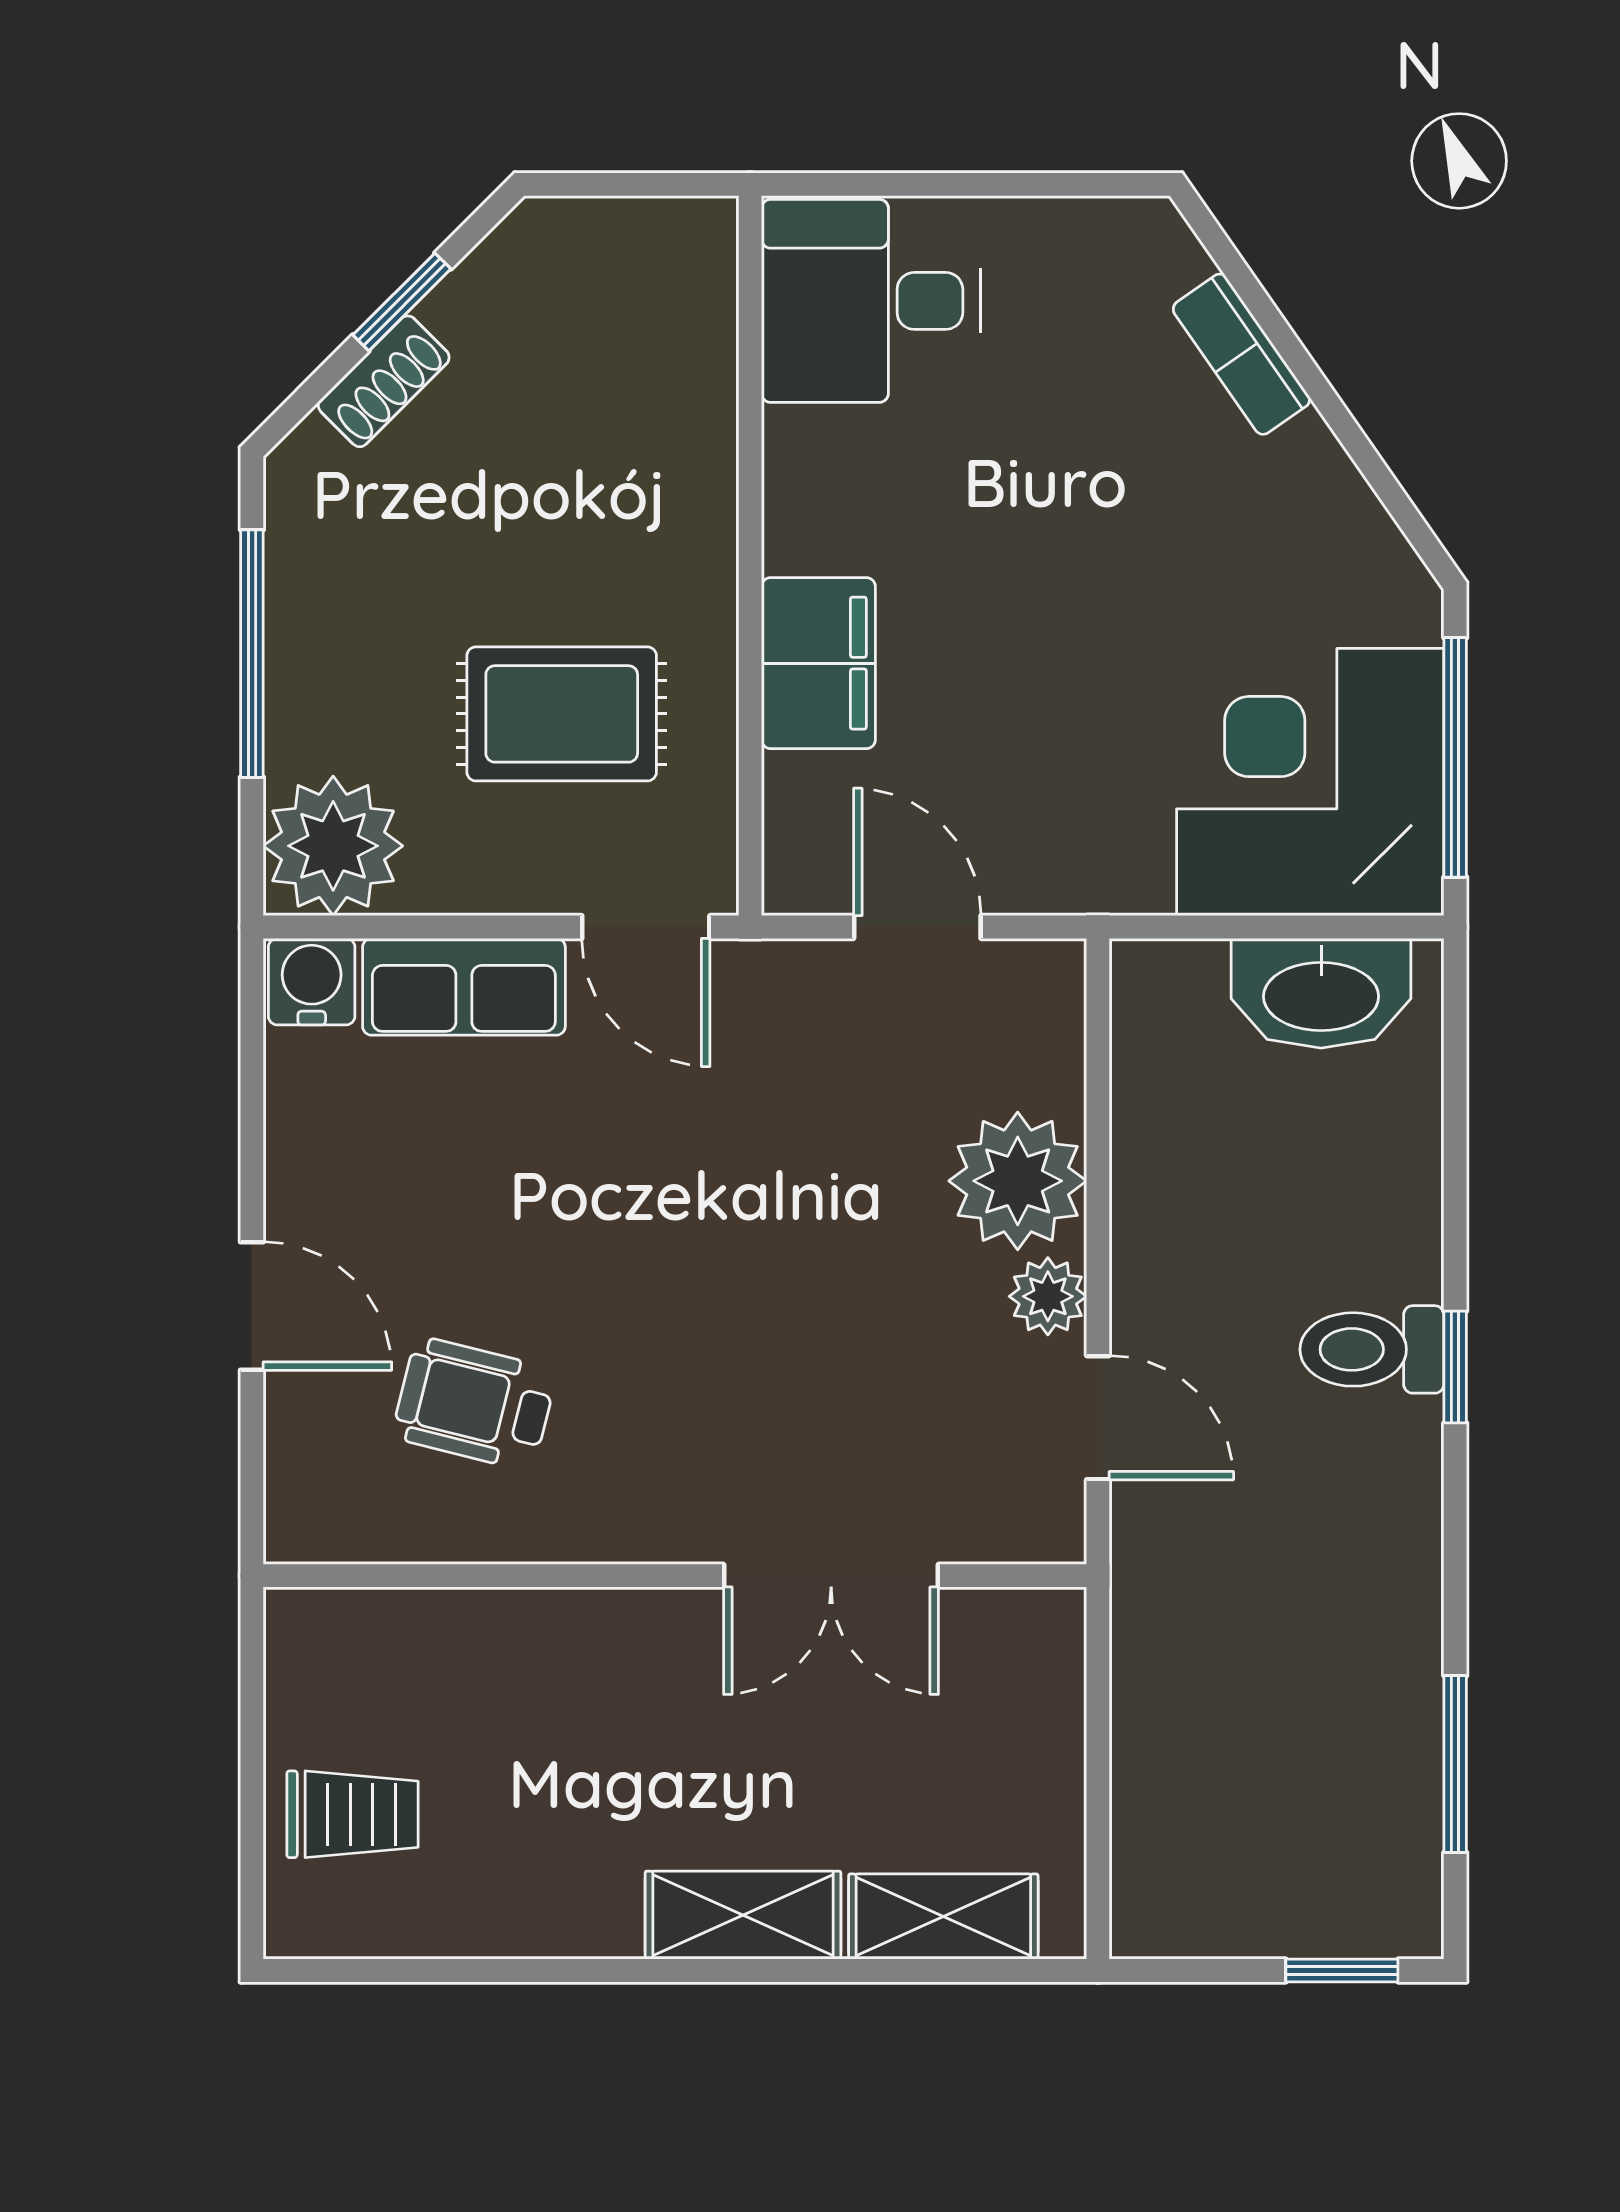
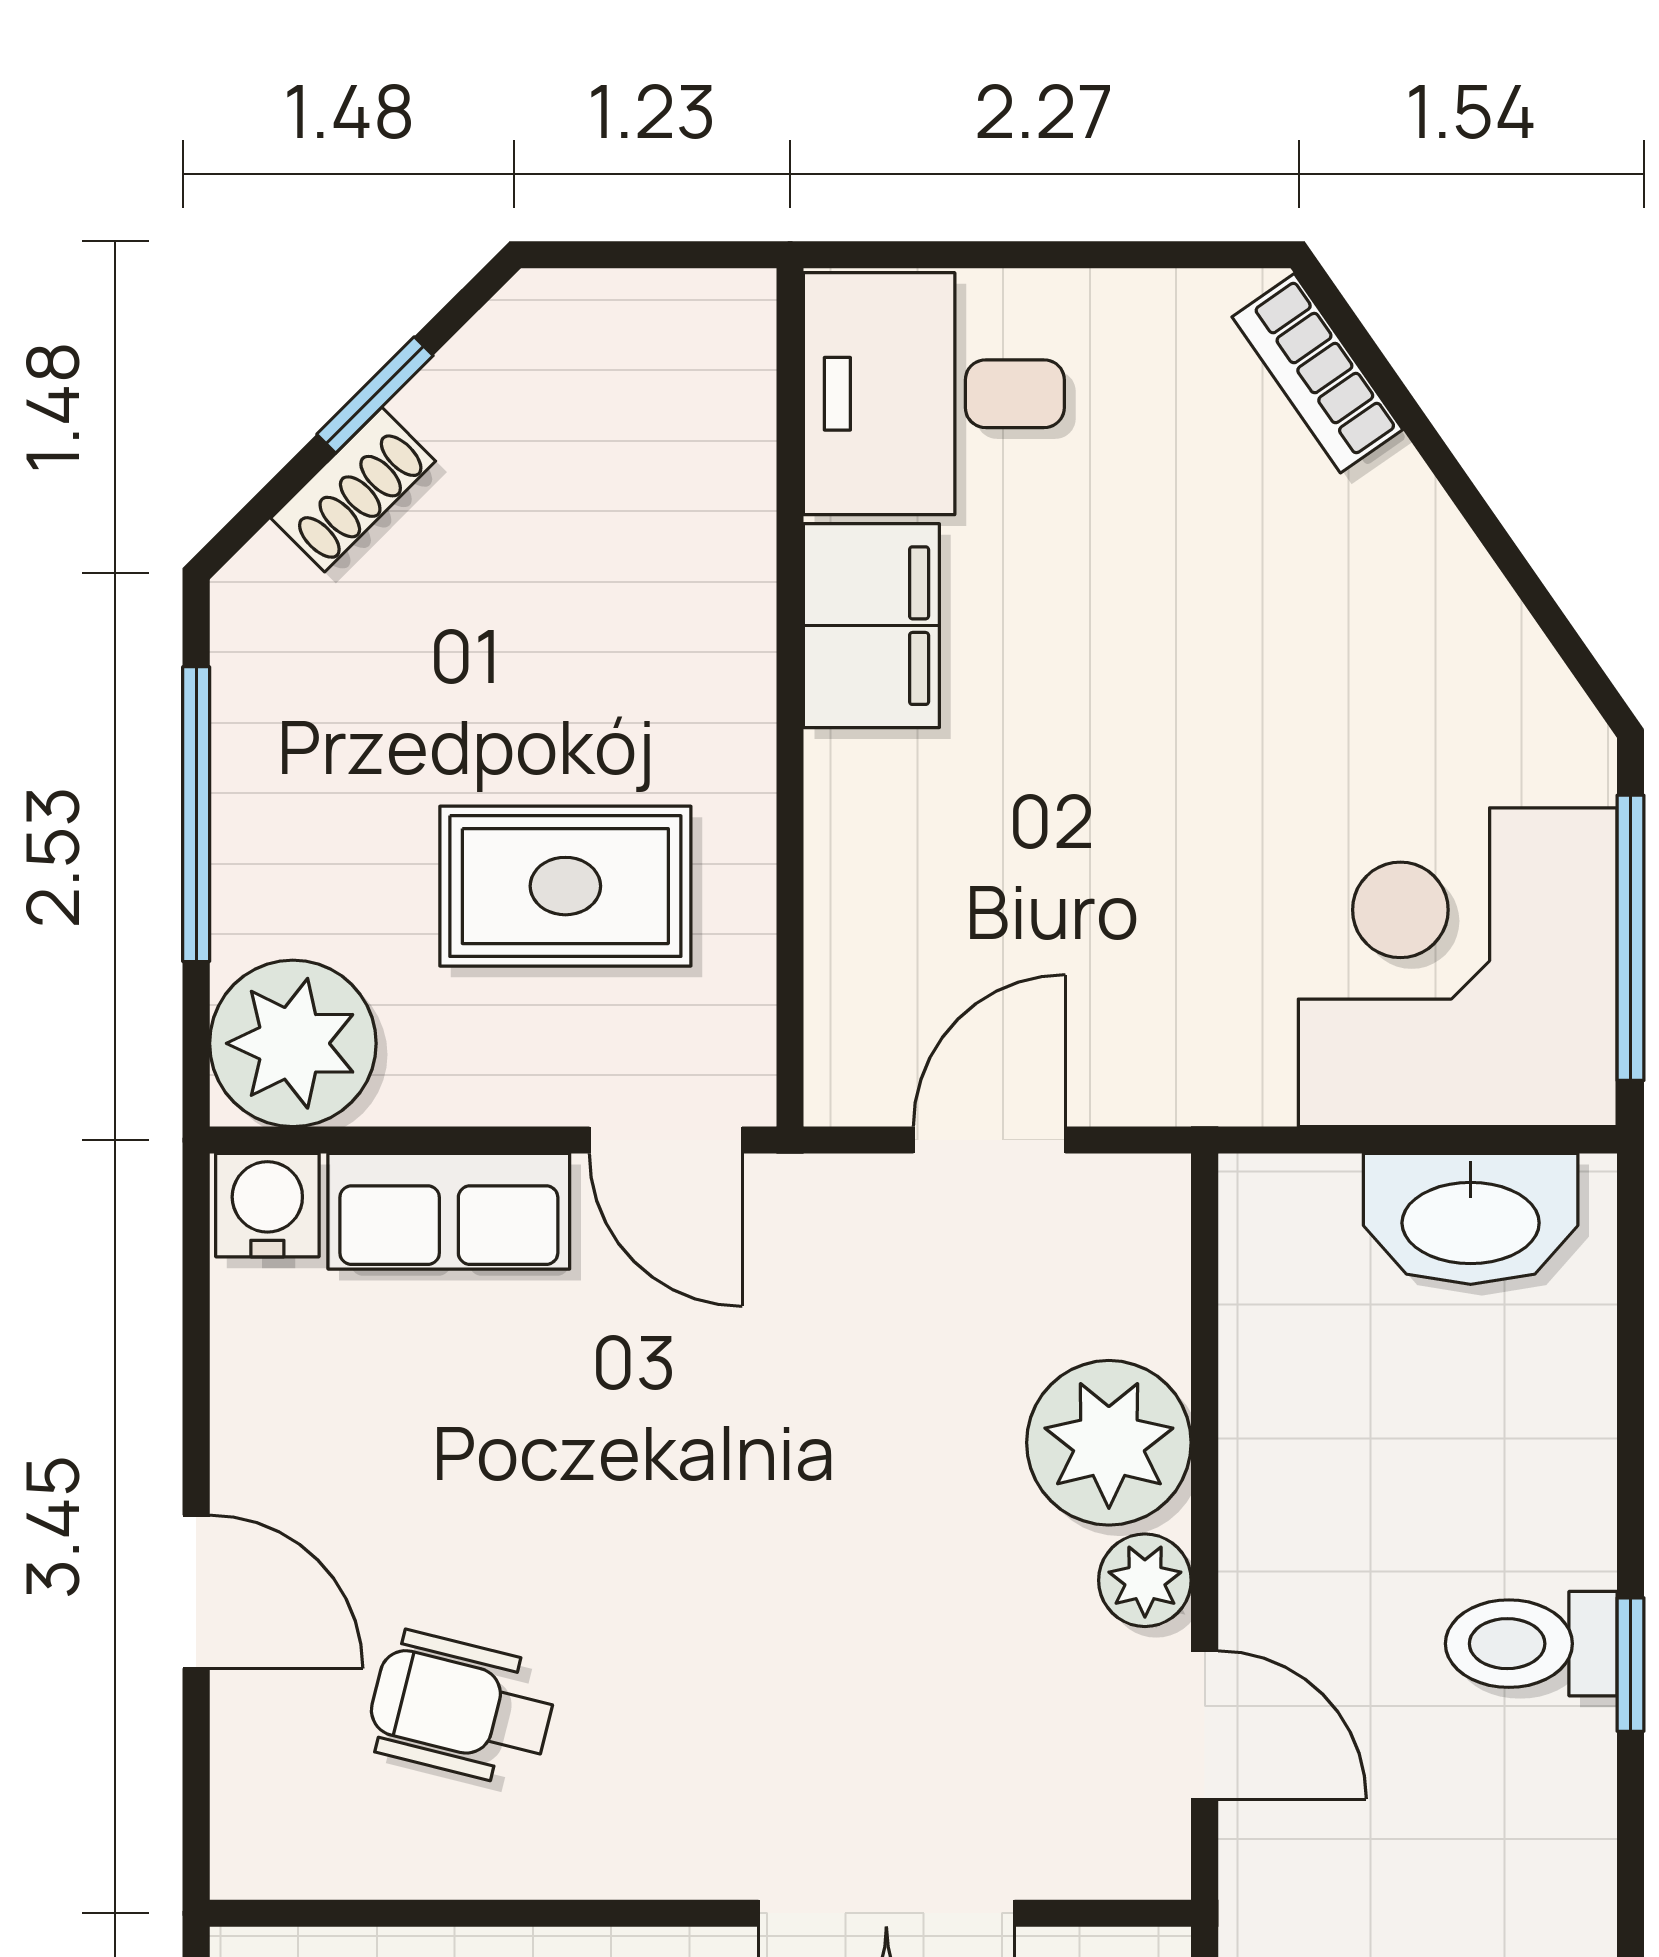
bookcase: (1241, 354) -> (1317, 373), moved
filing cabinet: (818, 663) -> (871, 626), moved
door: (917, 927) -> (989, 1140), hinge flipped

